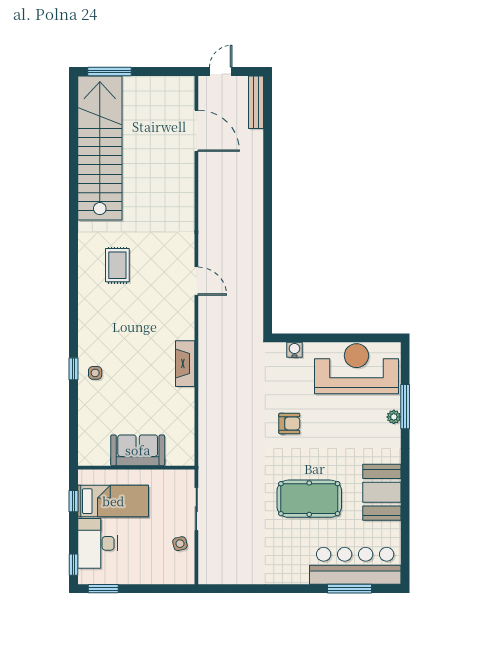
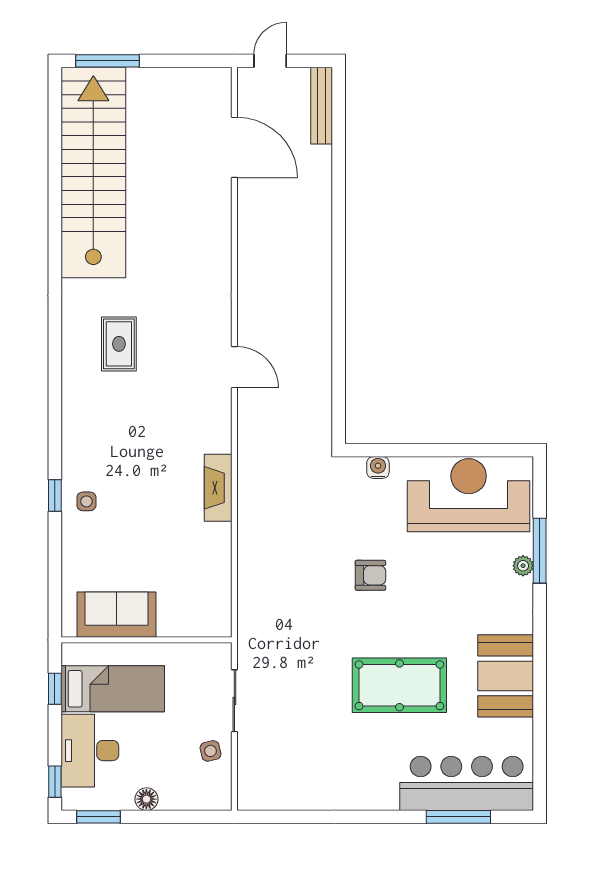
sofa: (138, 450) -> (117, 615), moved
floor lamp: (136, 577) -> (146, 799), added

